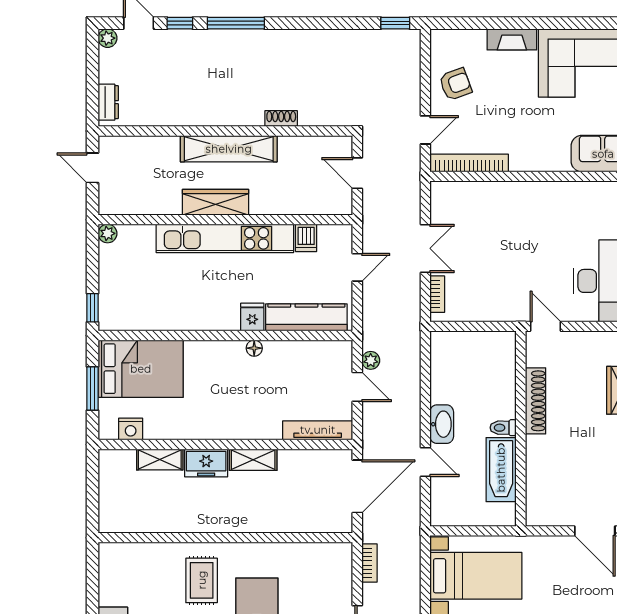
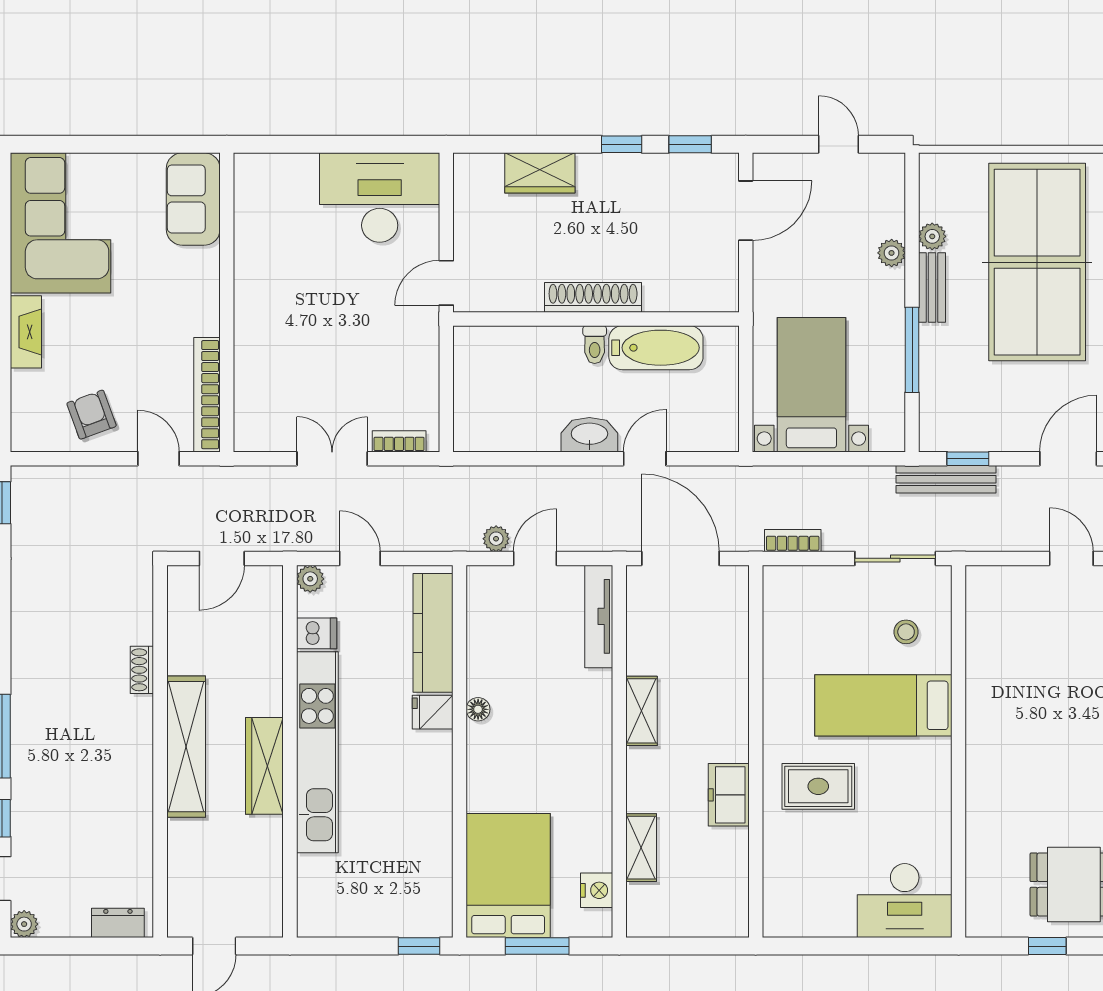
plant: (108, 233) -> (310, 579), moved
shoe rack: (536, 401) -> (593, 297), moved
freezer: (206, 463) -> (729, 795), moved, turned 180

